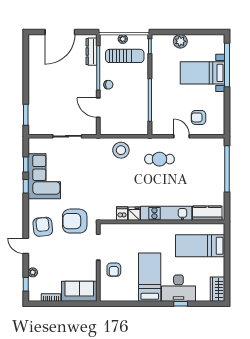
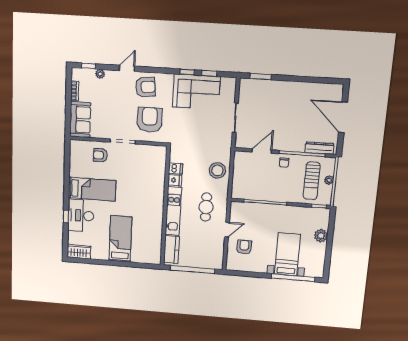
kitchen unit: (166, 213) -> (173, 211), moved
kitchen counter: (207, 213) -> (171, 250), moved
dishwasher: (122, 214) -> (176, 169), moved
fridge: (134, 214) -> (175, 180), moved
wall: (162, 222) -> (165, 207), moved

